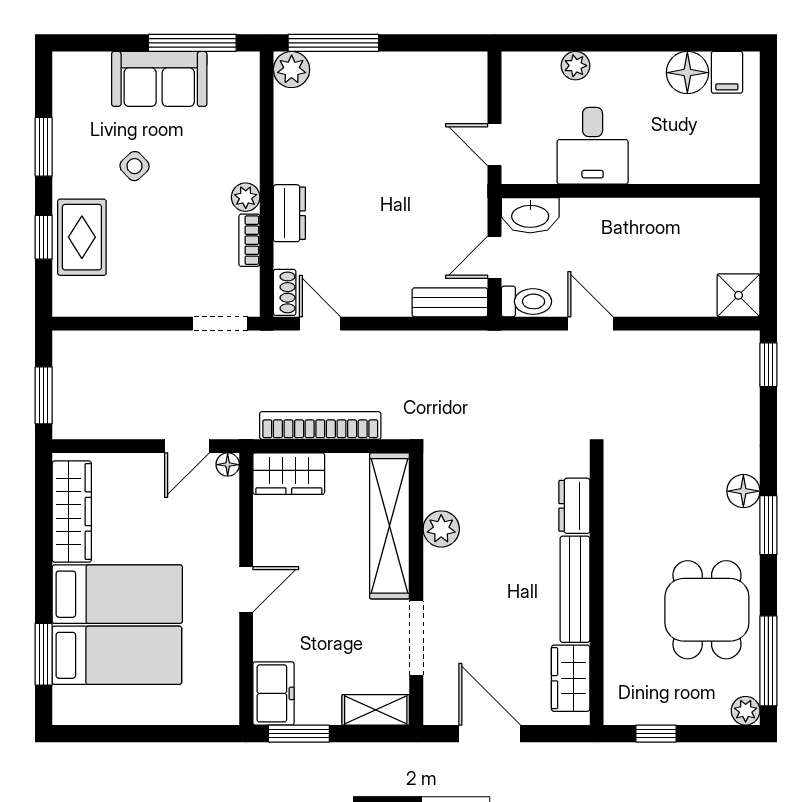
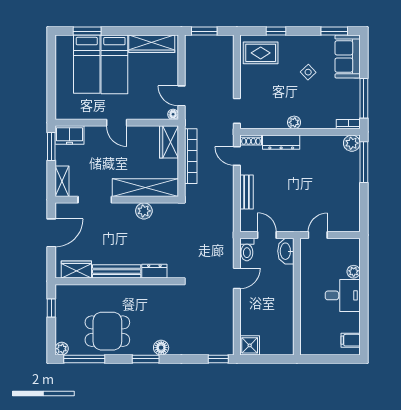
floor lamp: (687, 73) -> (350, 322), removed
sofa: (159, 79) -> (348, 56), moved
desk: (593, 146) -> (343, 295), moved, turned 180
window: (44, 147) -> (334, 31), moved
dresser: (289, 213) -> (281, 142), width x1.44
rug: (82, 237) -> (261, 53), moved
bookcase: (249, 240) -> (348, 124), moved
bench: (450, 302) -> (246, 192), moved
door: (320, 324) -> (237, 156), swing flipped

